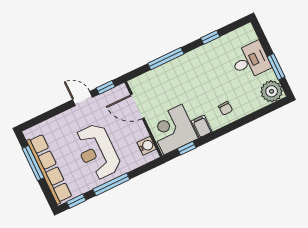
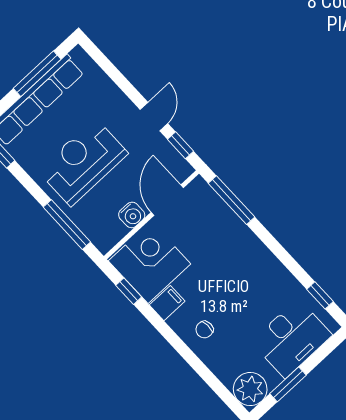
window: (210, 37) -> (320, 295), moved
window: (166, 59) -> (231, 200), moved
desk: (250, 61) -> (292, 338), width x1.37
water cooler: (147, 146) -> (132, 215), moved
window: (111, 184) -> (67, 225), moved

